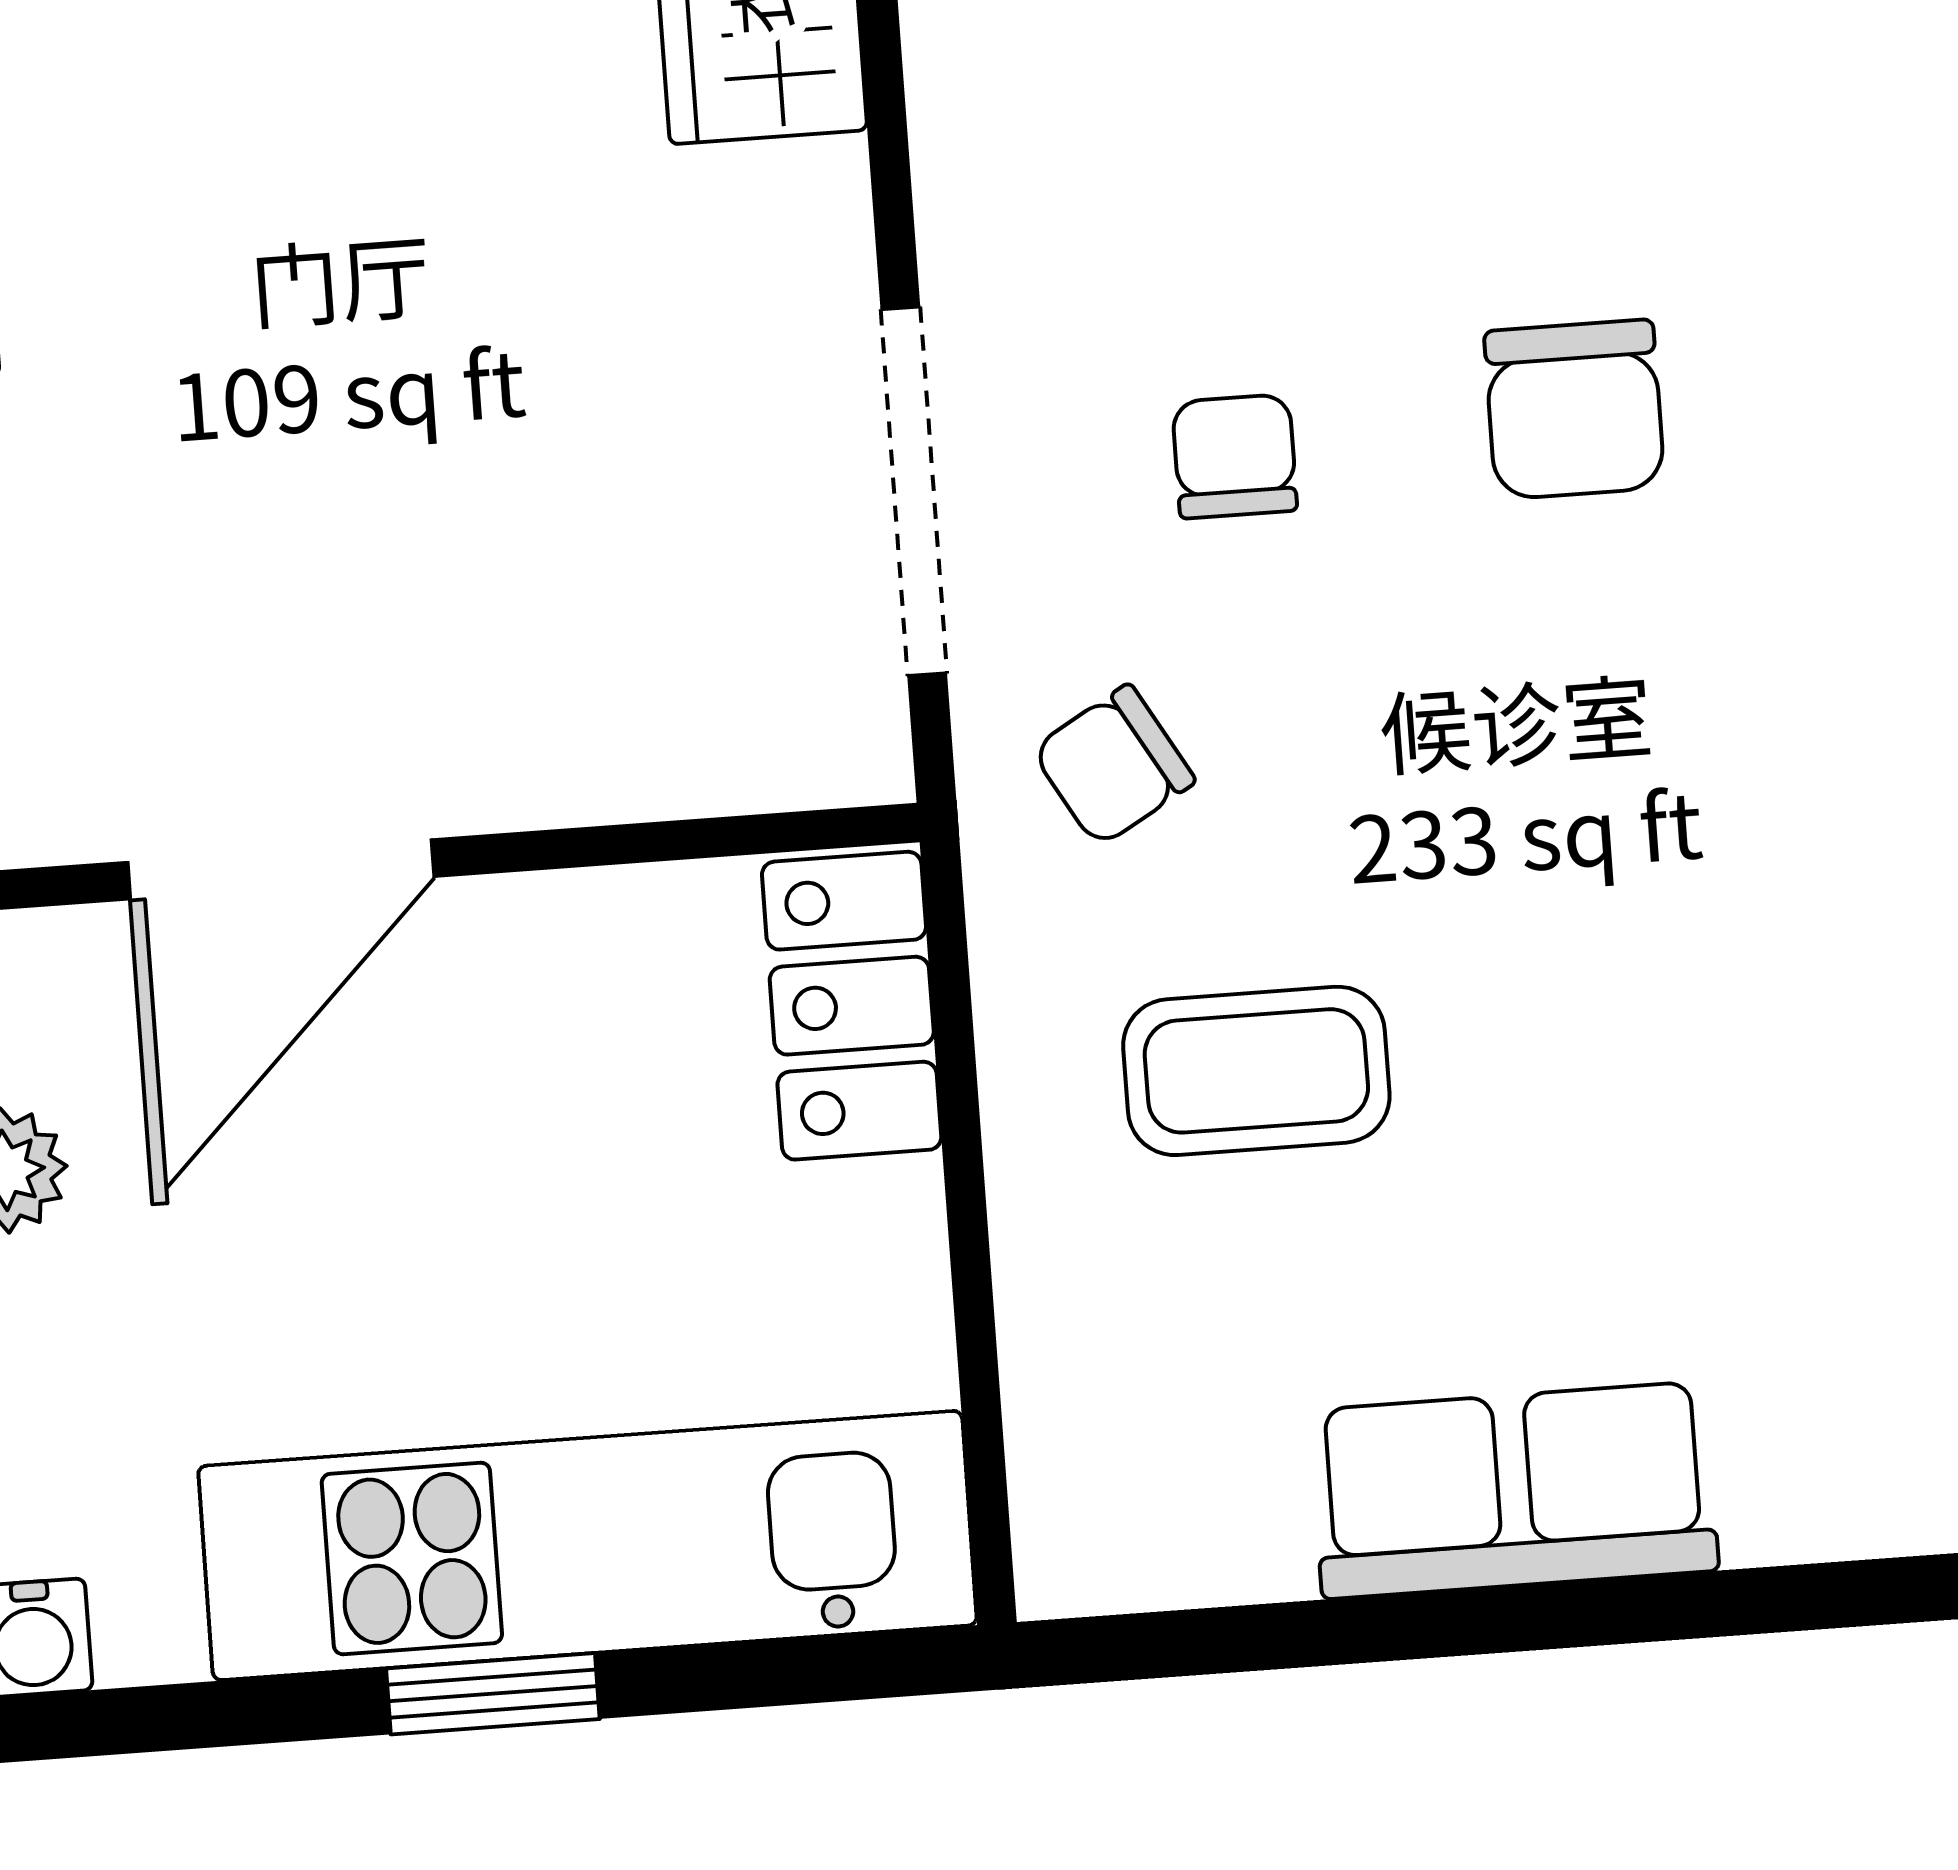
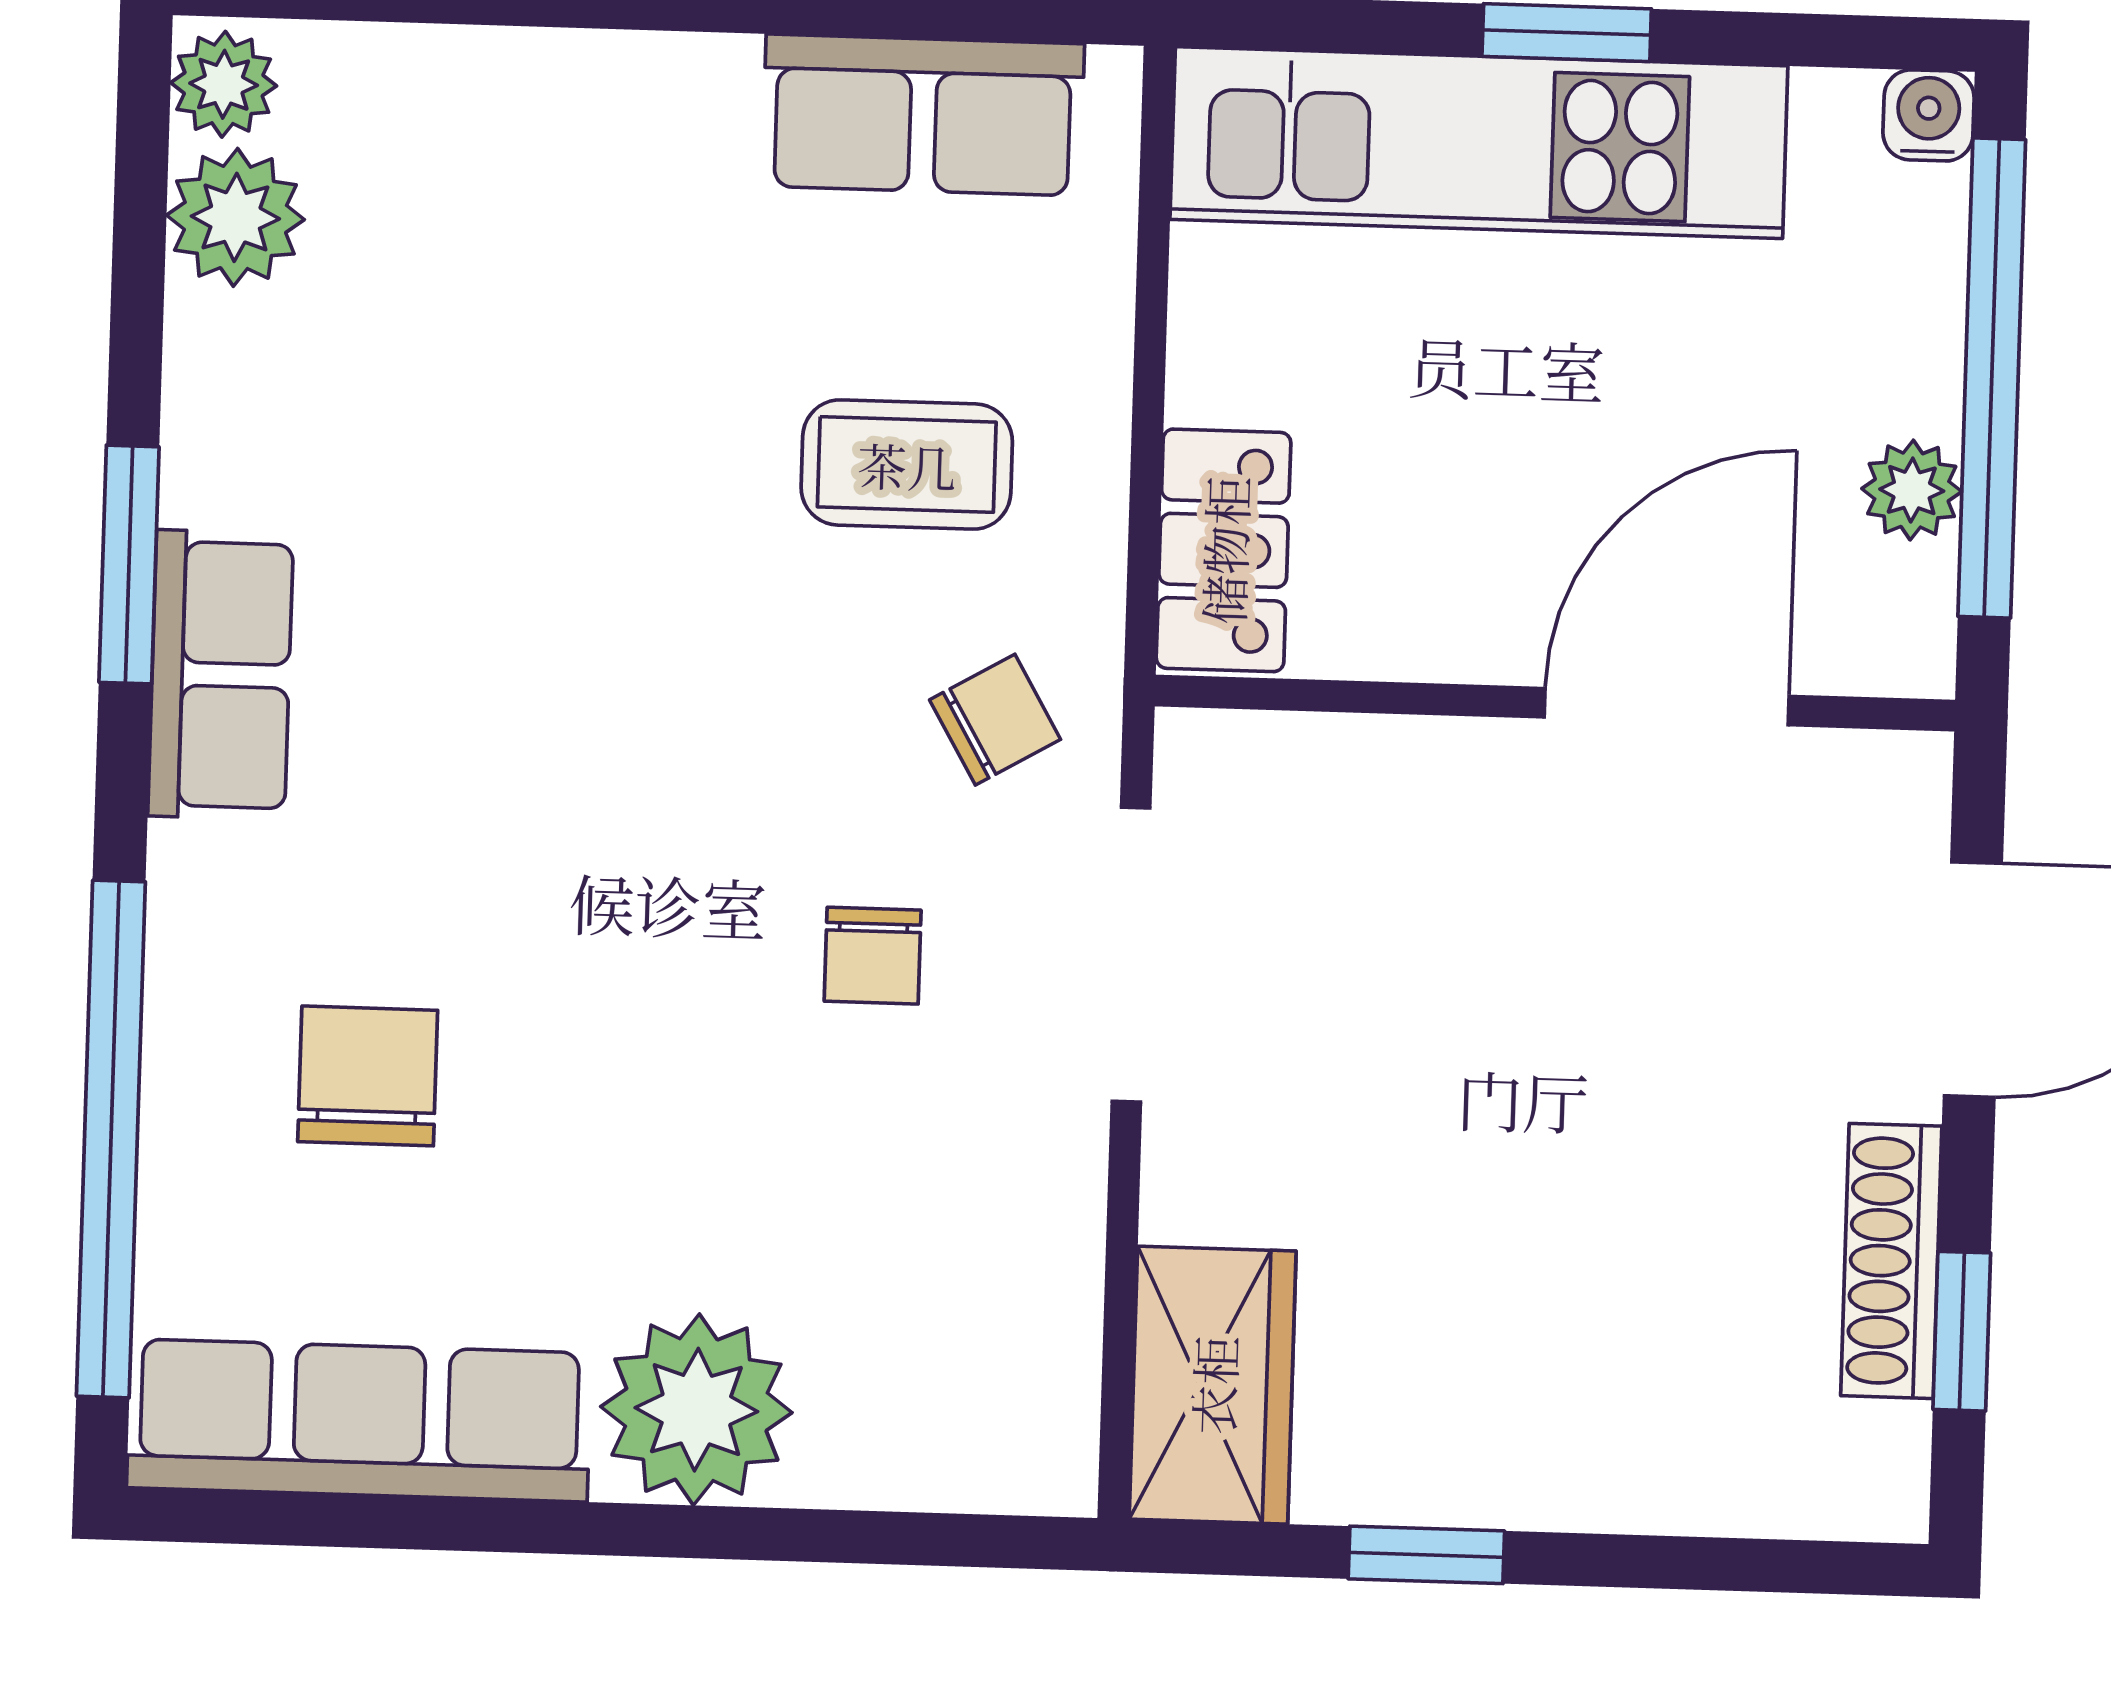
chair: (1574, 409) -> (368, 1076), moved
row of seats: (1514, 1490) -> (923, 115), moved

